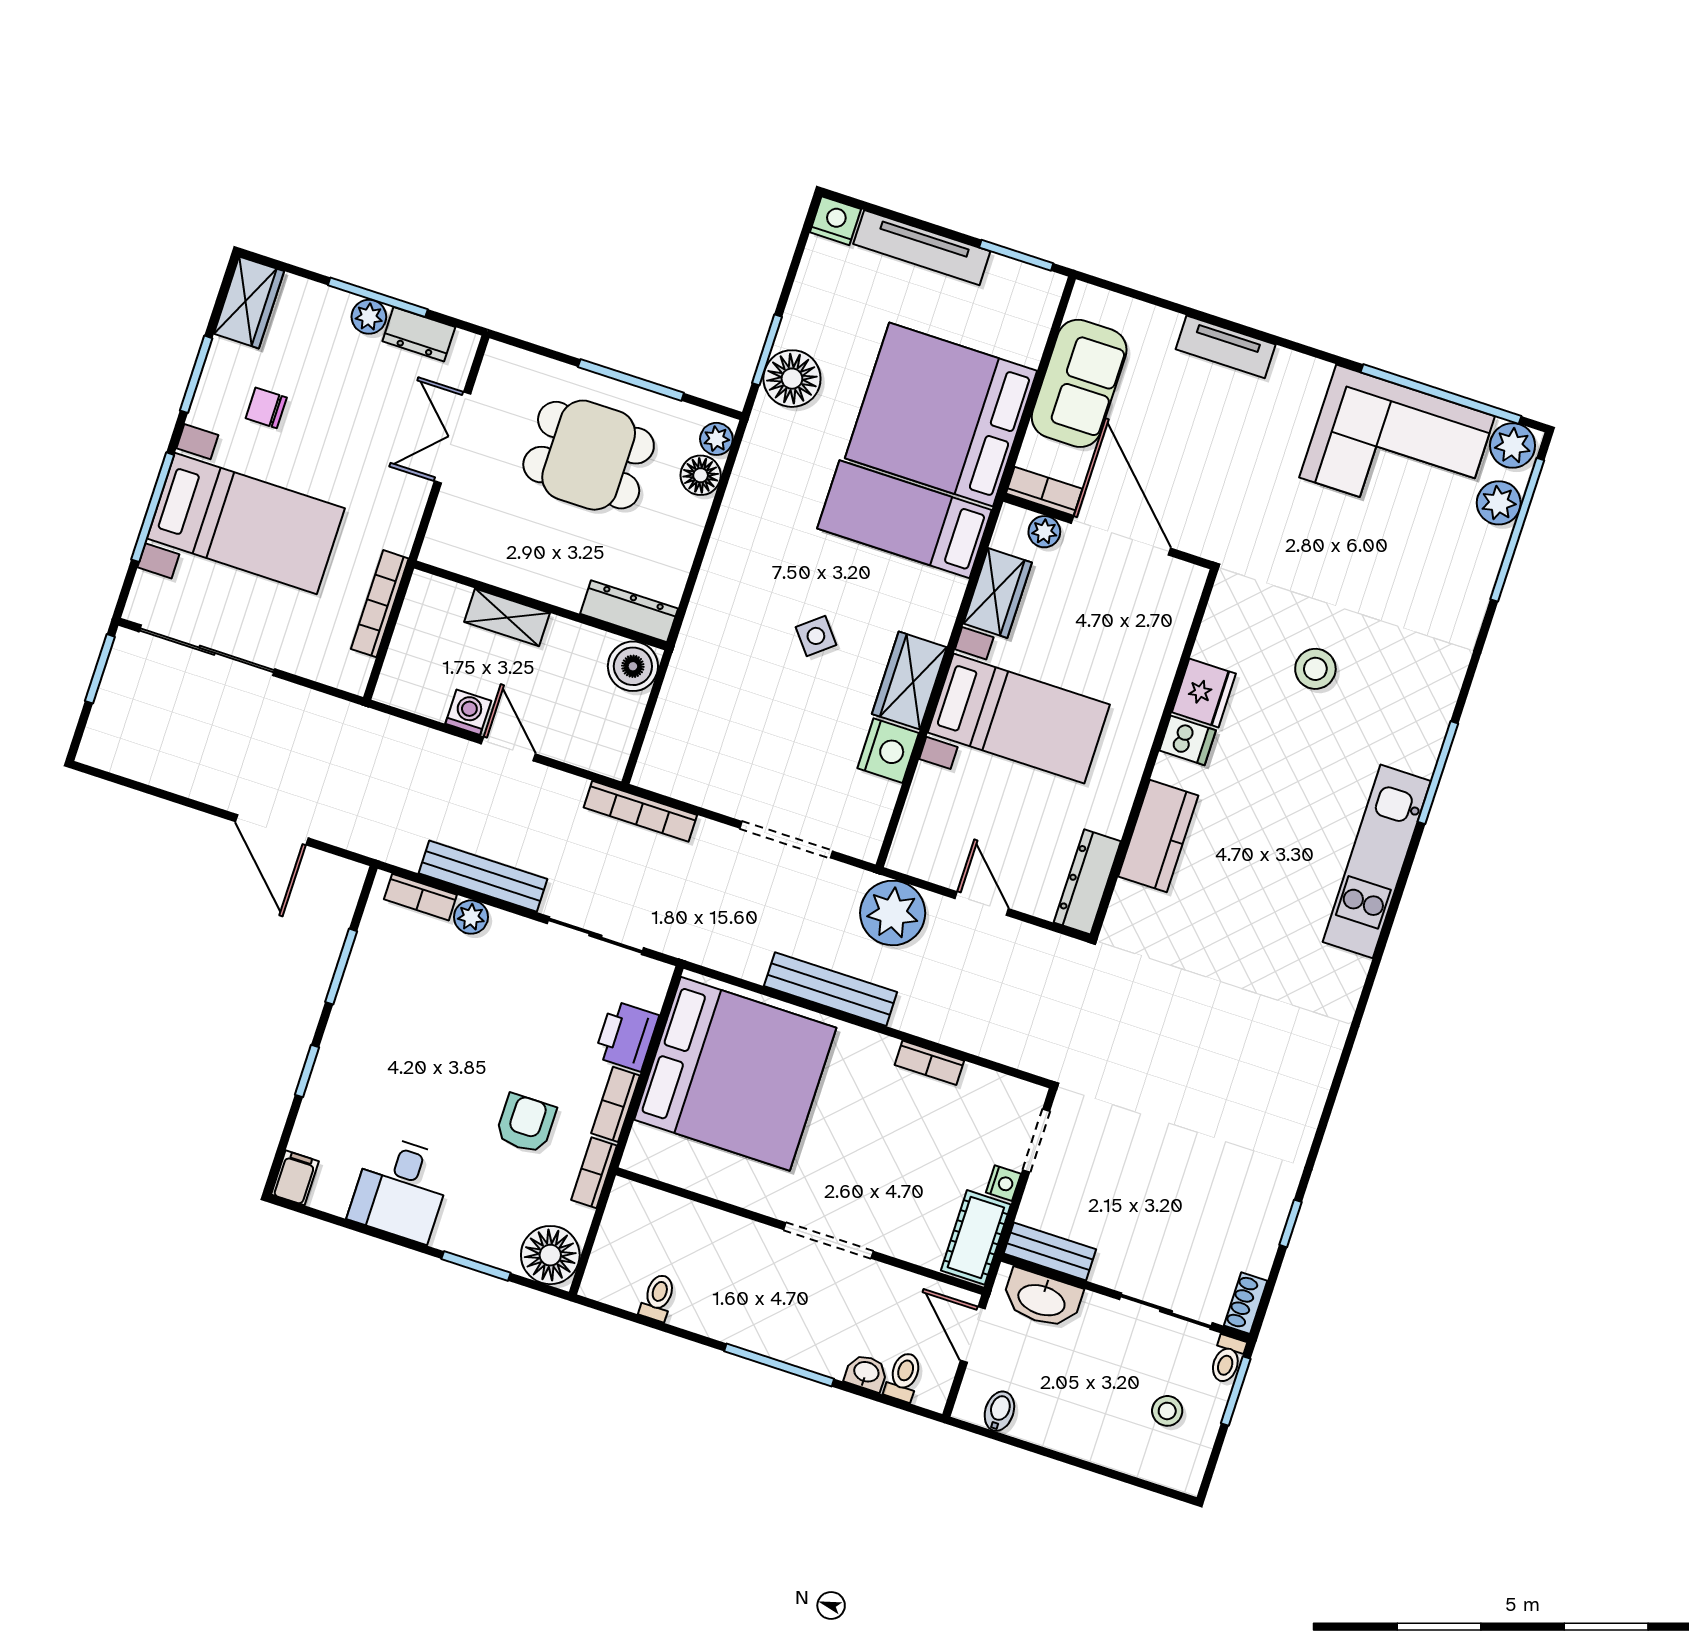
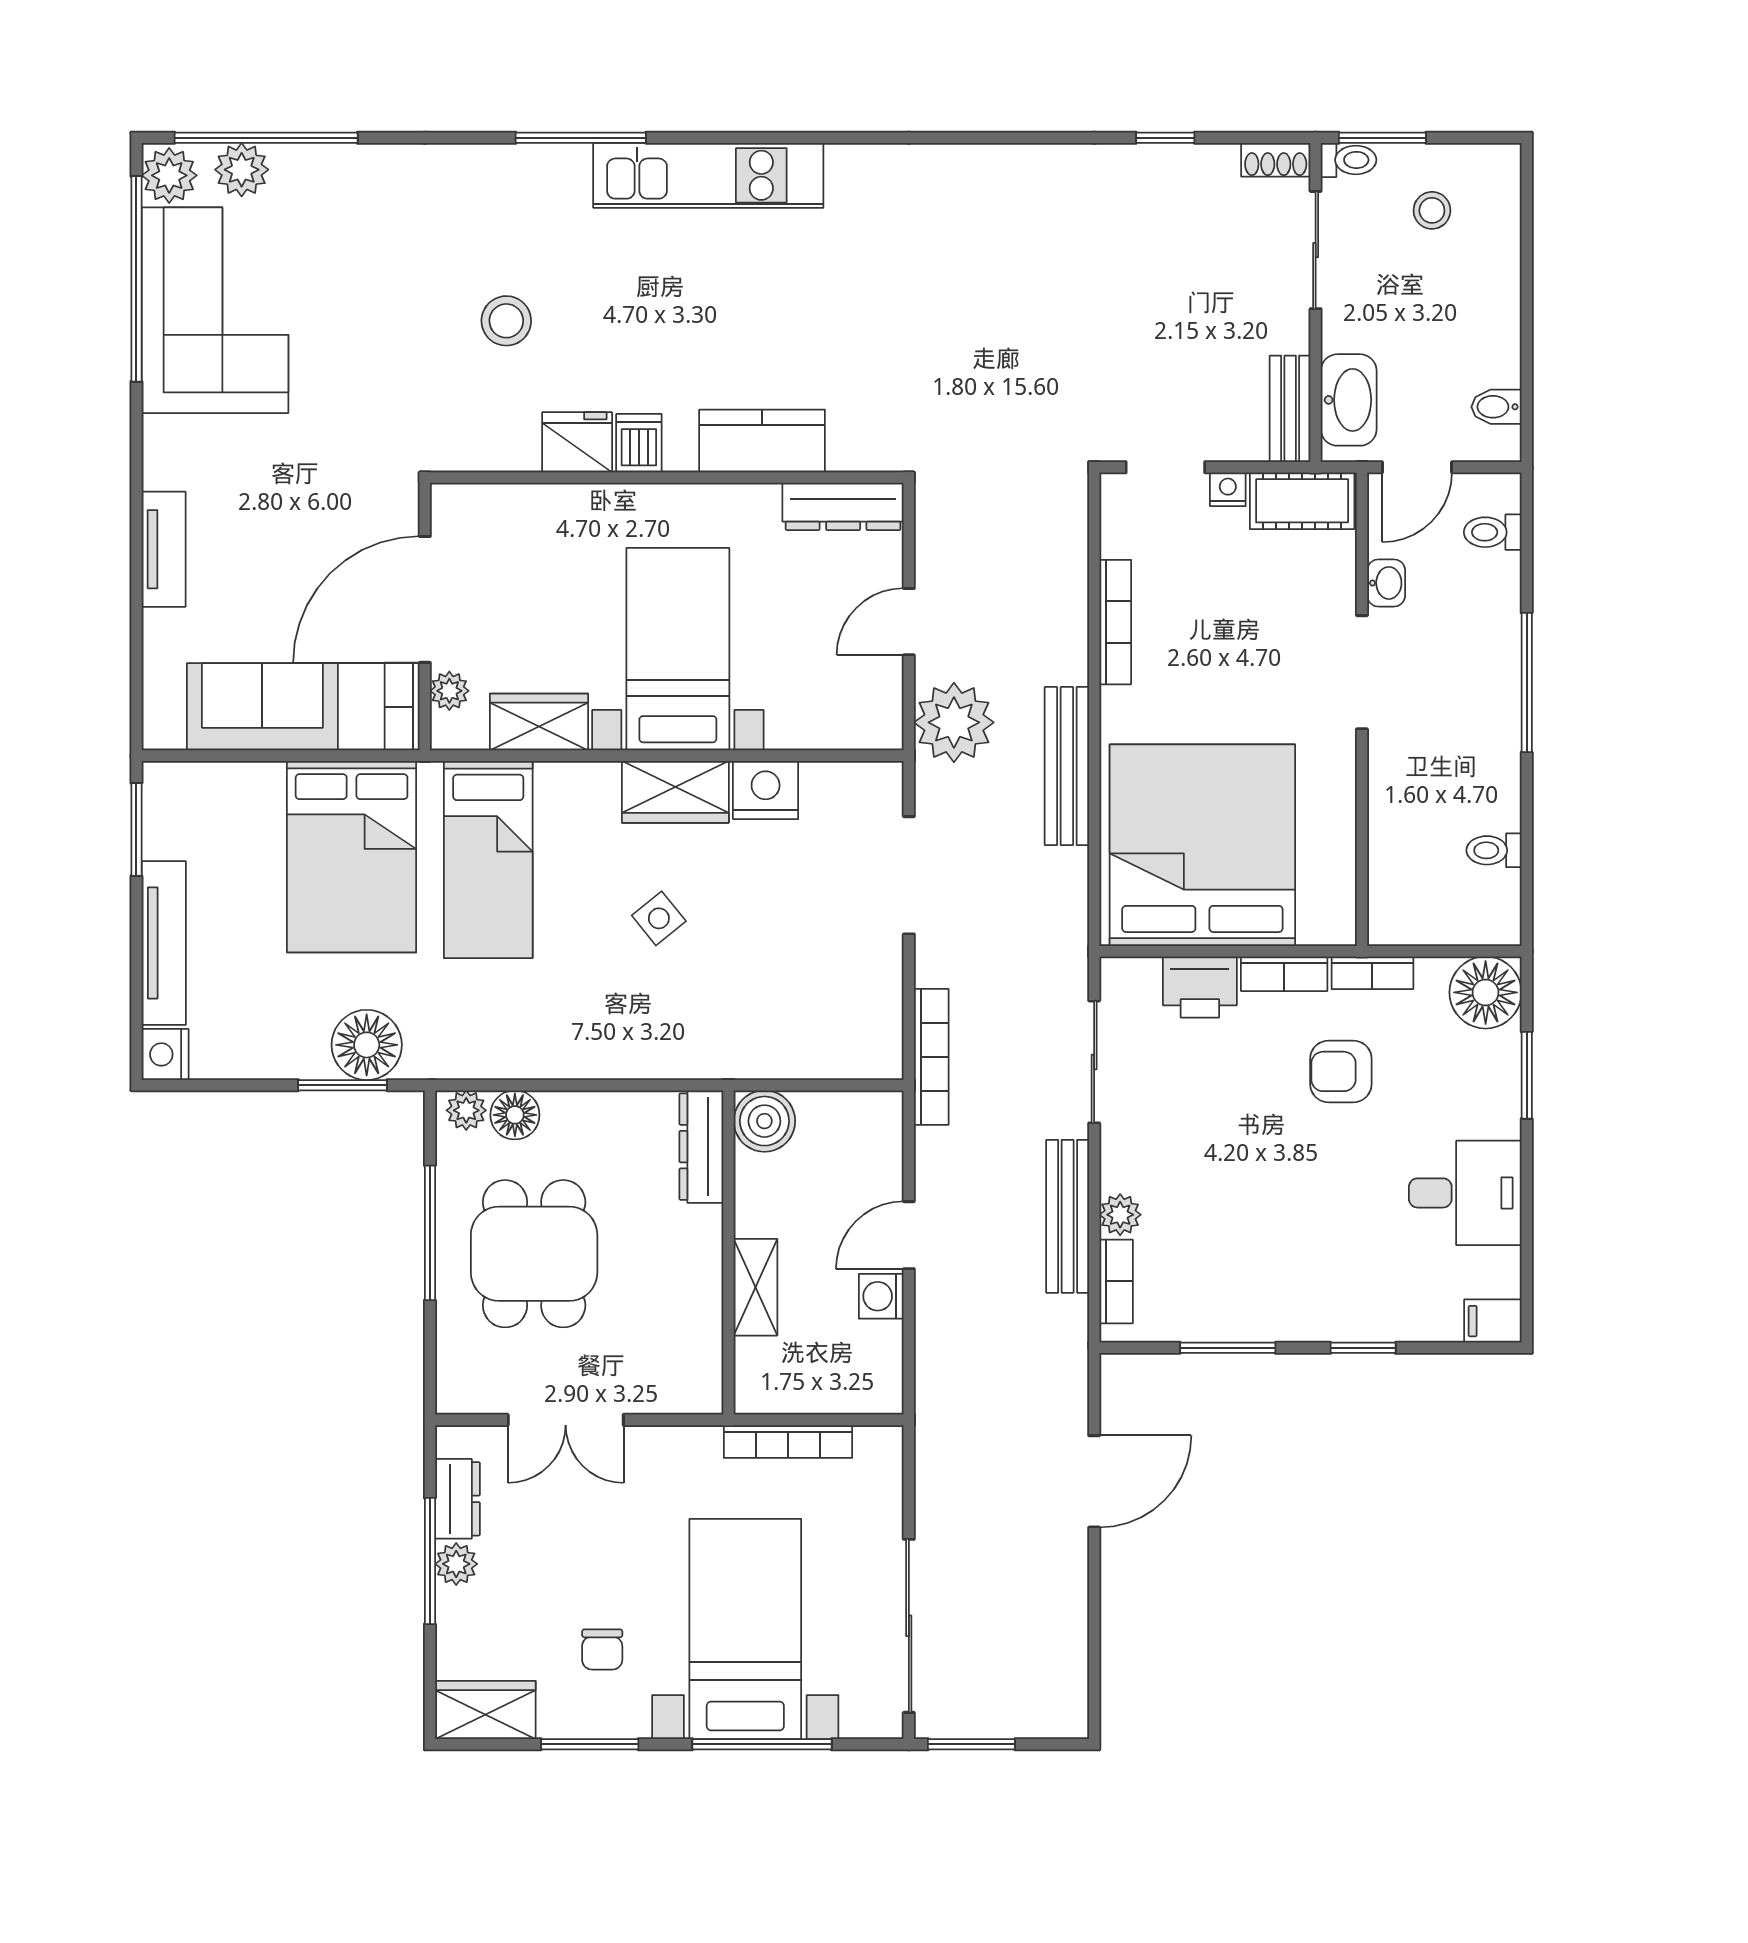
bed: (941, 414) -> (352, 857), width x0.73
bookcase: (929, 1063) -> (1115, 622), width x1.56
washbasin: (866, 1373) -> (1386, 583), moved, turned 180

